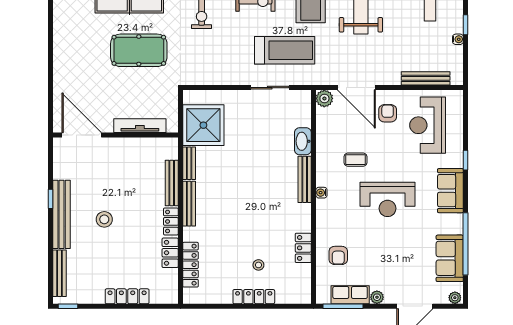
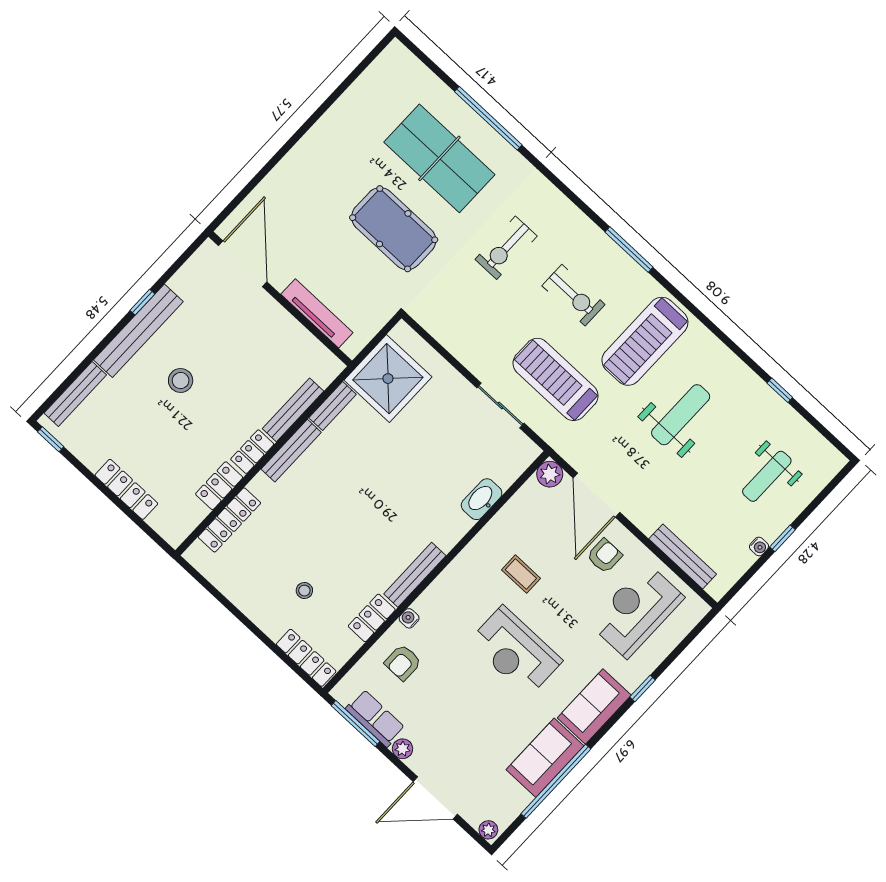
treadmill: (285, 50) -> (556, 379), turned 180
bench: (305, 179) -> (415, 575), moved
water cooler: (321, 193) -> (409, 618), moved
sofa: (450, 258) -> (545, 758), moved
locker: (254, 297) -> (306, 658), moved

